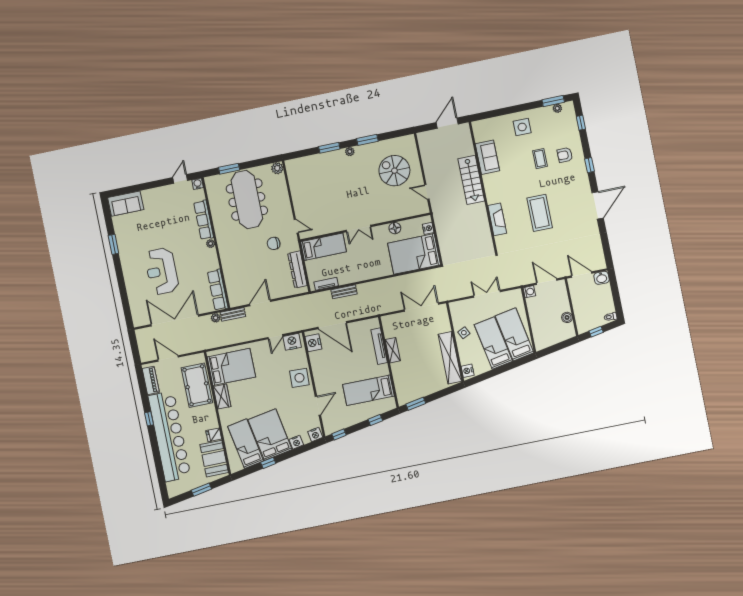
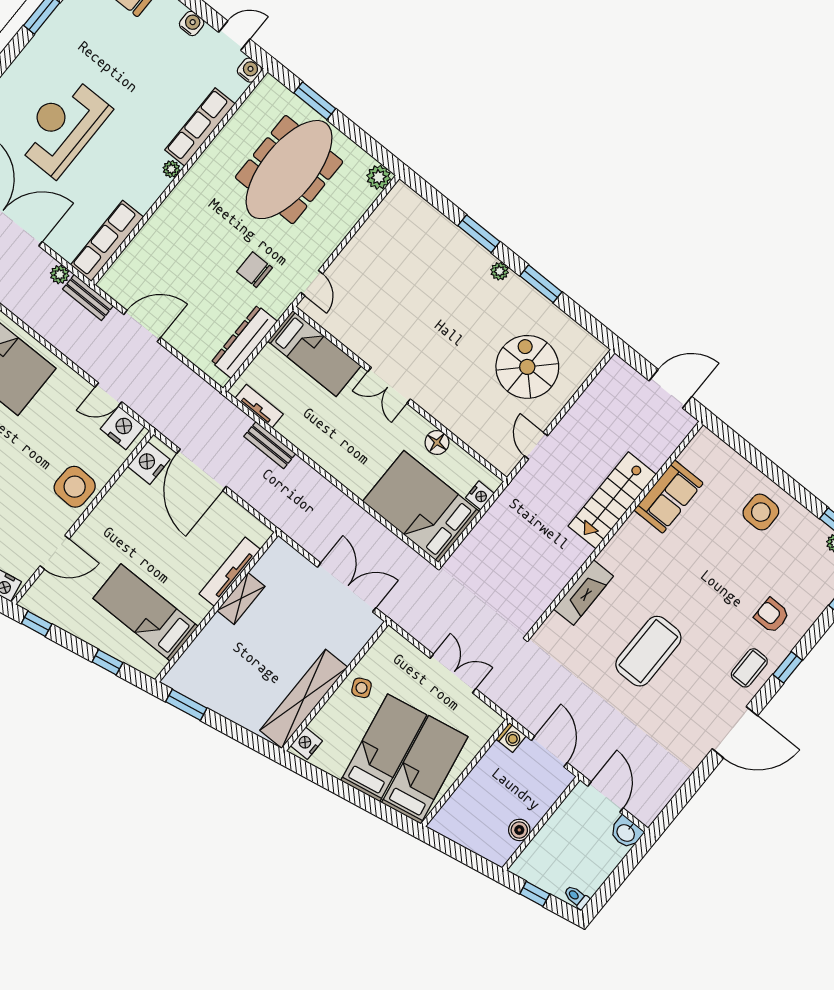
coffee table: (540, 159) -> (749, 668), moved
water cooler: (163, 191) -> (192, 23), added

